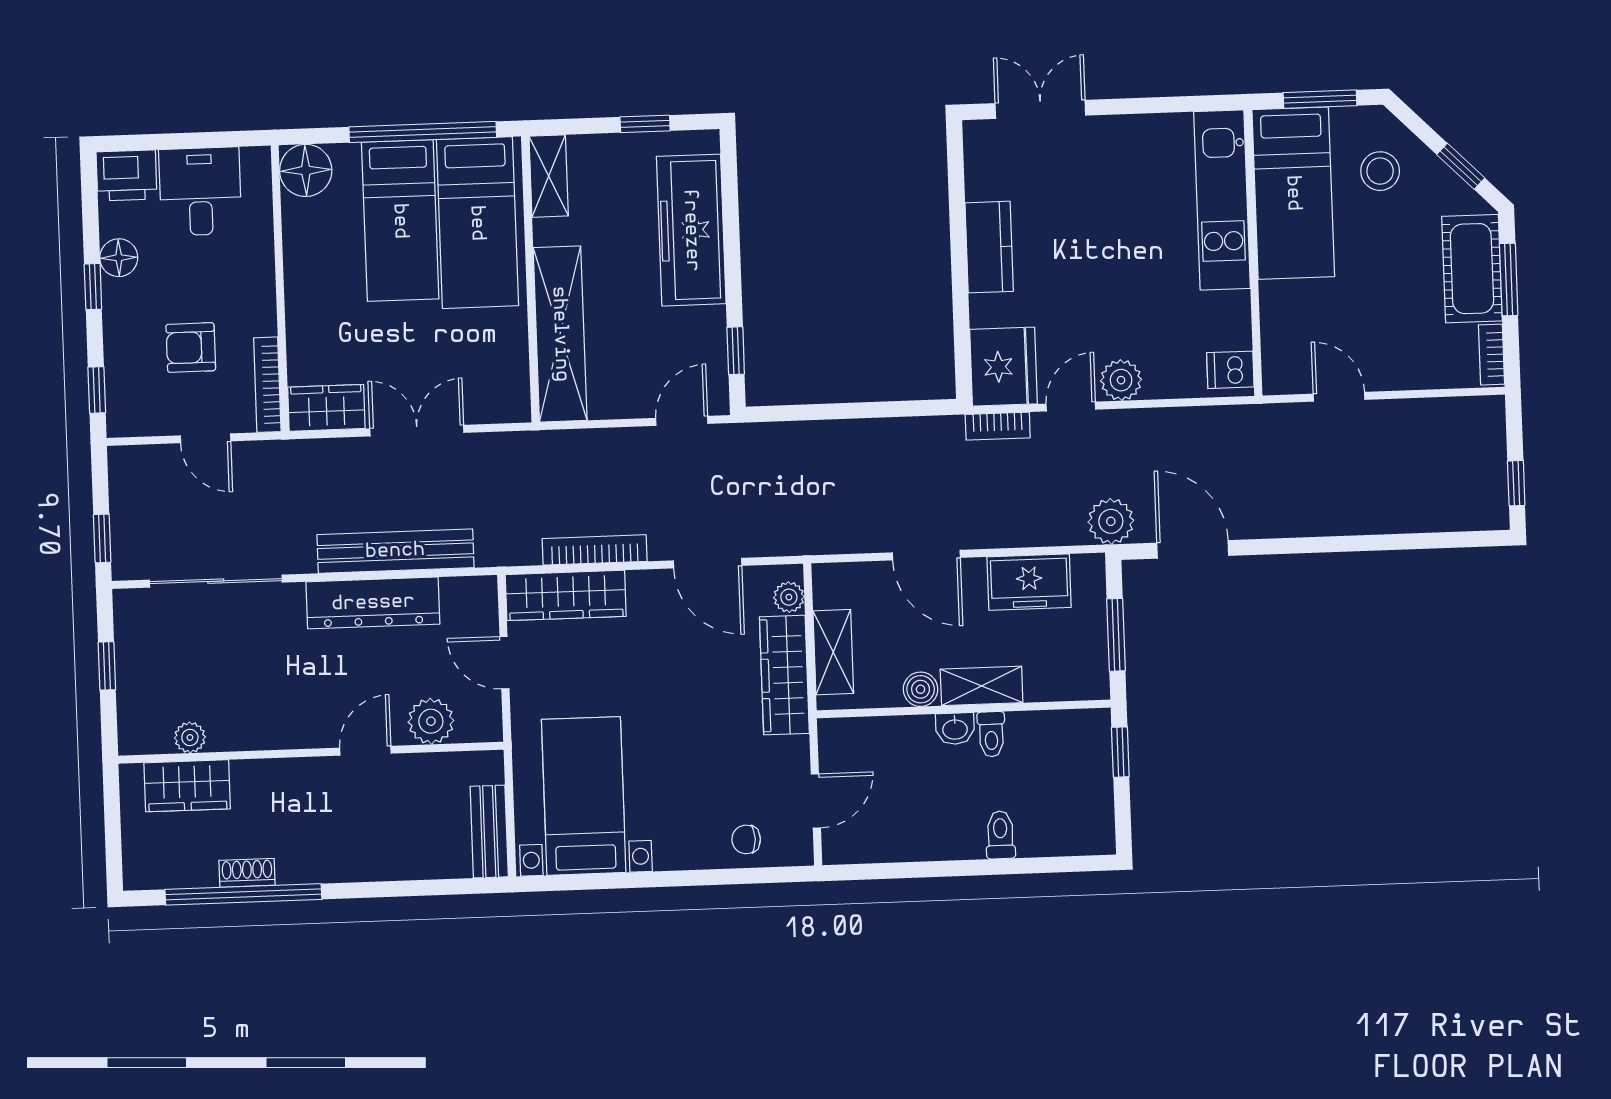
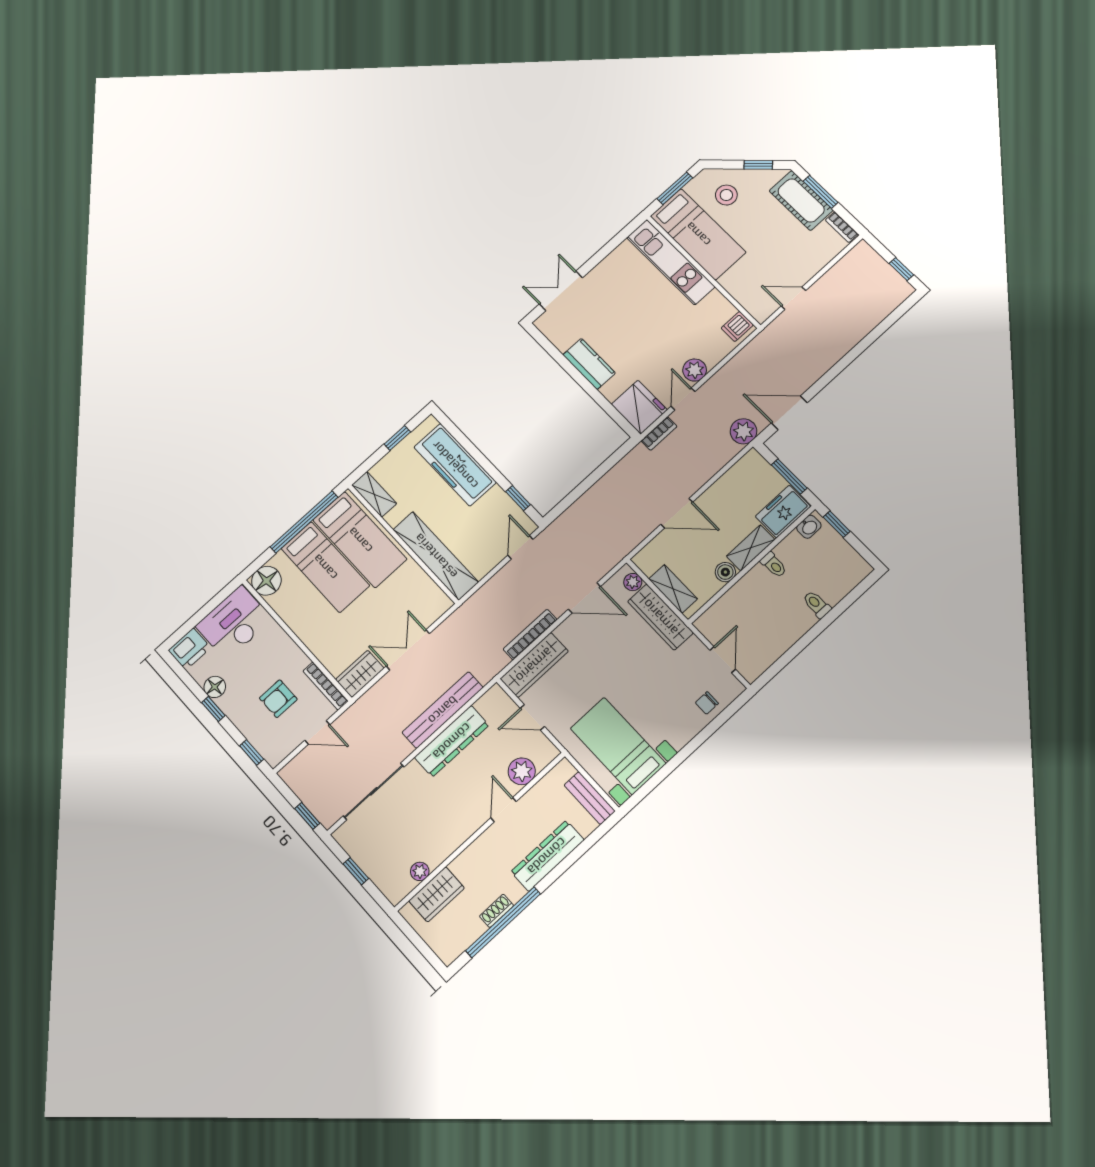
desk: (200, 192) -> (234, 623), width x1.37
freezer: (1029, 582) -> (783, 511), moved, turned 180
washbasin: (955, 729) -> (809, 527), moved
dresser: (372, 859) -> (547, 856), added

